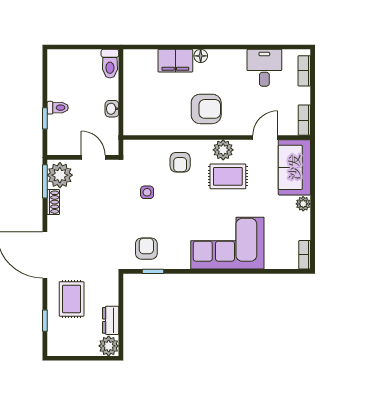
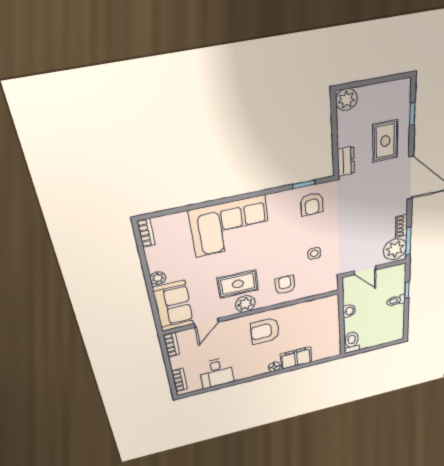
dresser: (111, 320) -> (346, 161), moved

